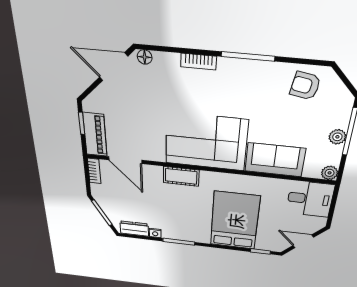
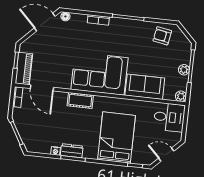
dresser: (134, 229) -> (72, 151), moved

